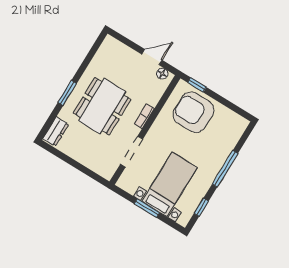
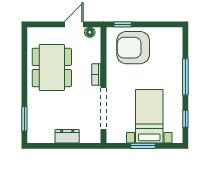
window: (67, 93) -> (24, 119), moved
dining table: (102, 106) -> (52, 68), moved
dresser: (56, 131) -> (67, 136), moved, turned -90
doorway: (132, 152) -> (103, 109), width x1.36

